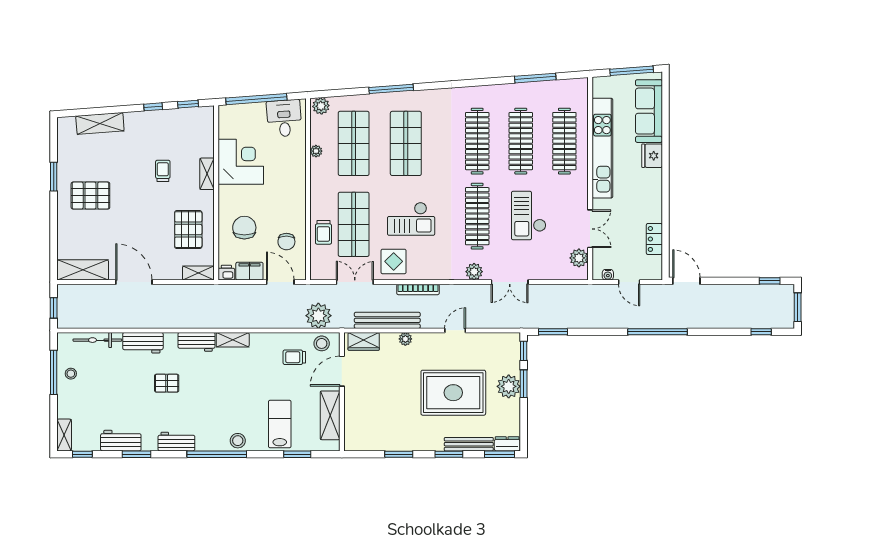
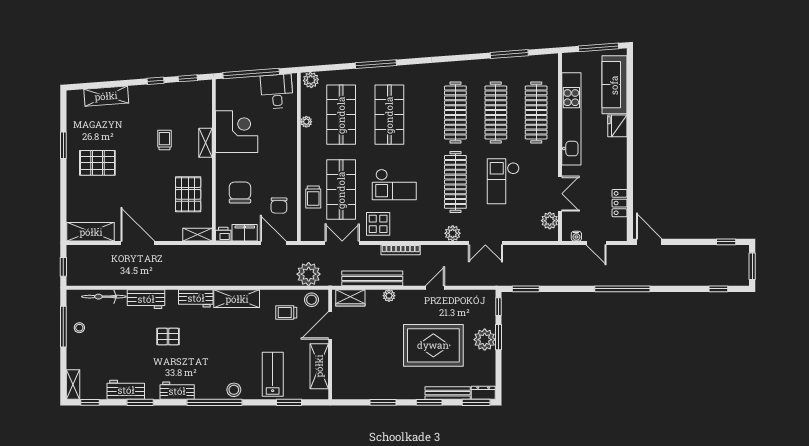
shelving: (233, 340) -> (237, 299), width x1.50, depth x1.33

